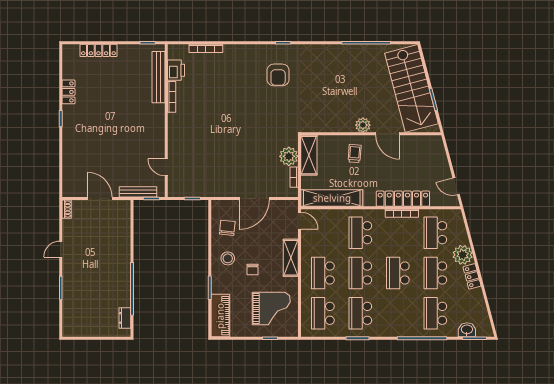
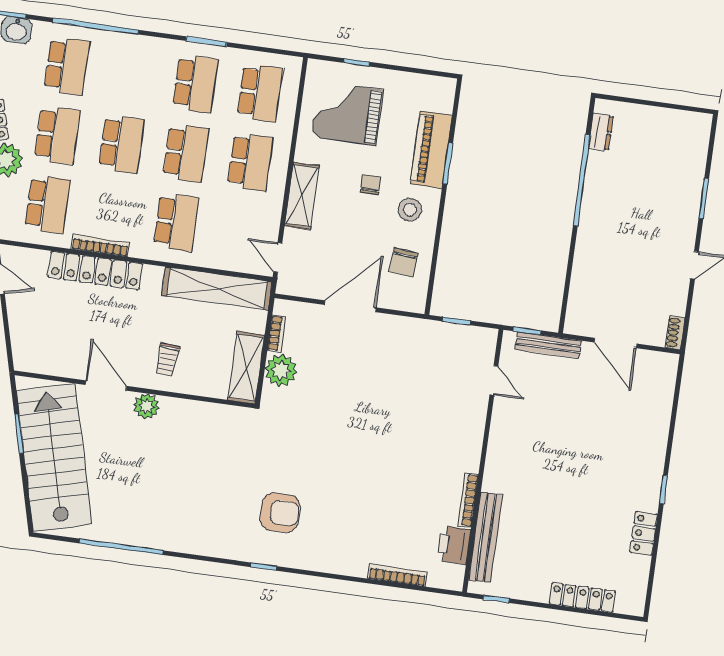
armchair: (278, 75) -> (280, 513), turned 90
piano: (220, 316) -> (431, 150), moved

